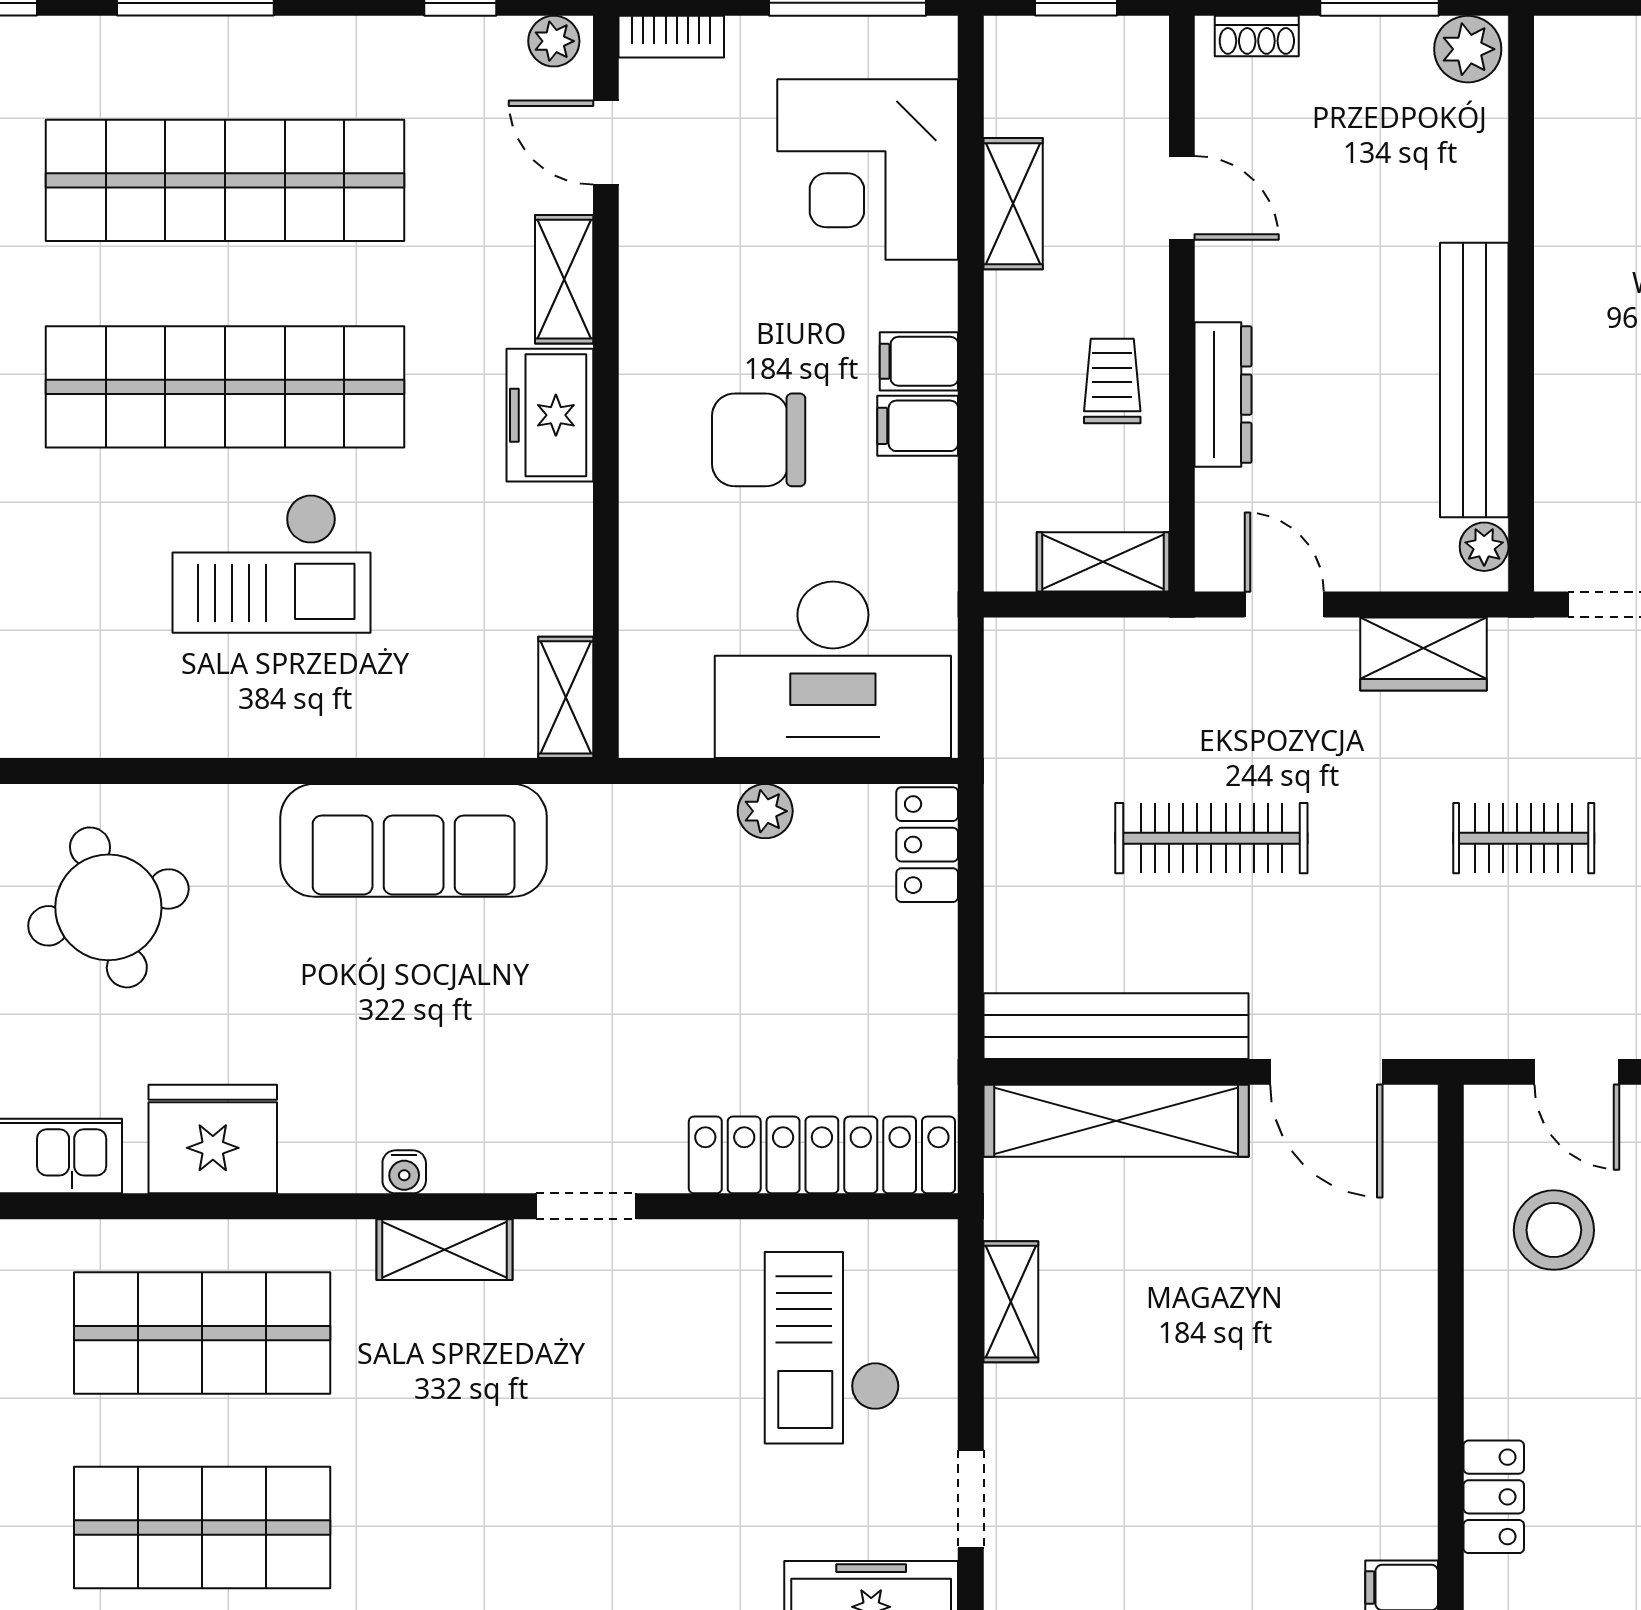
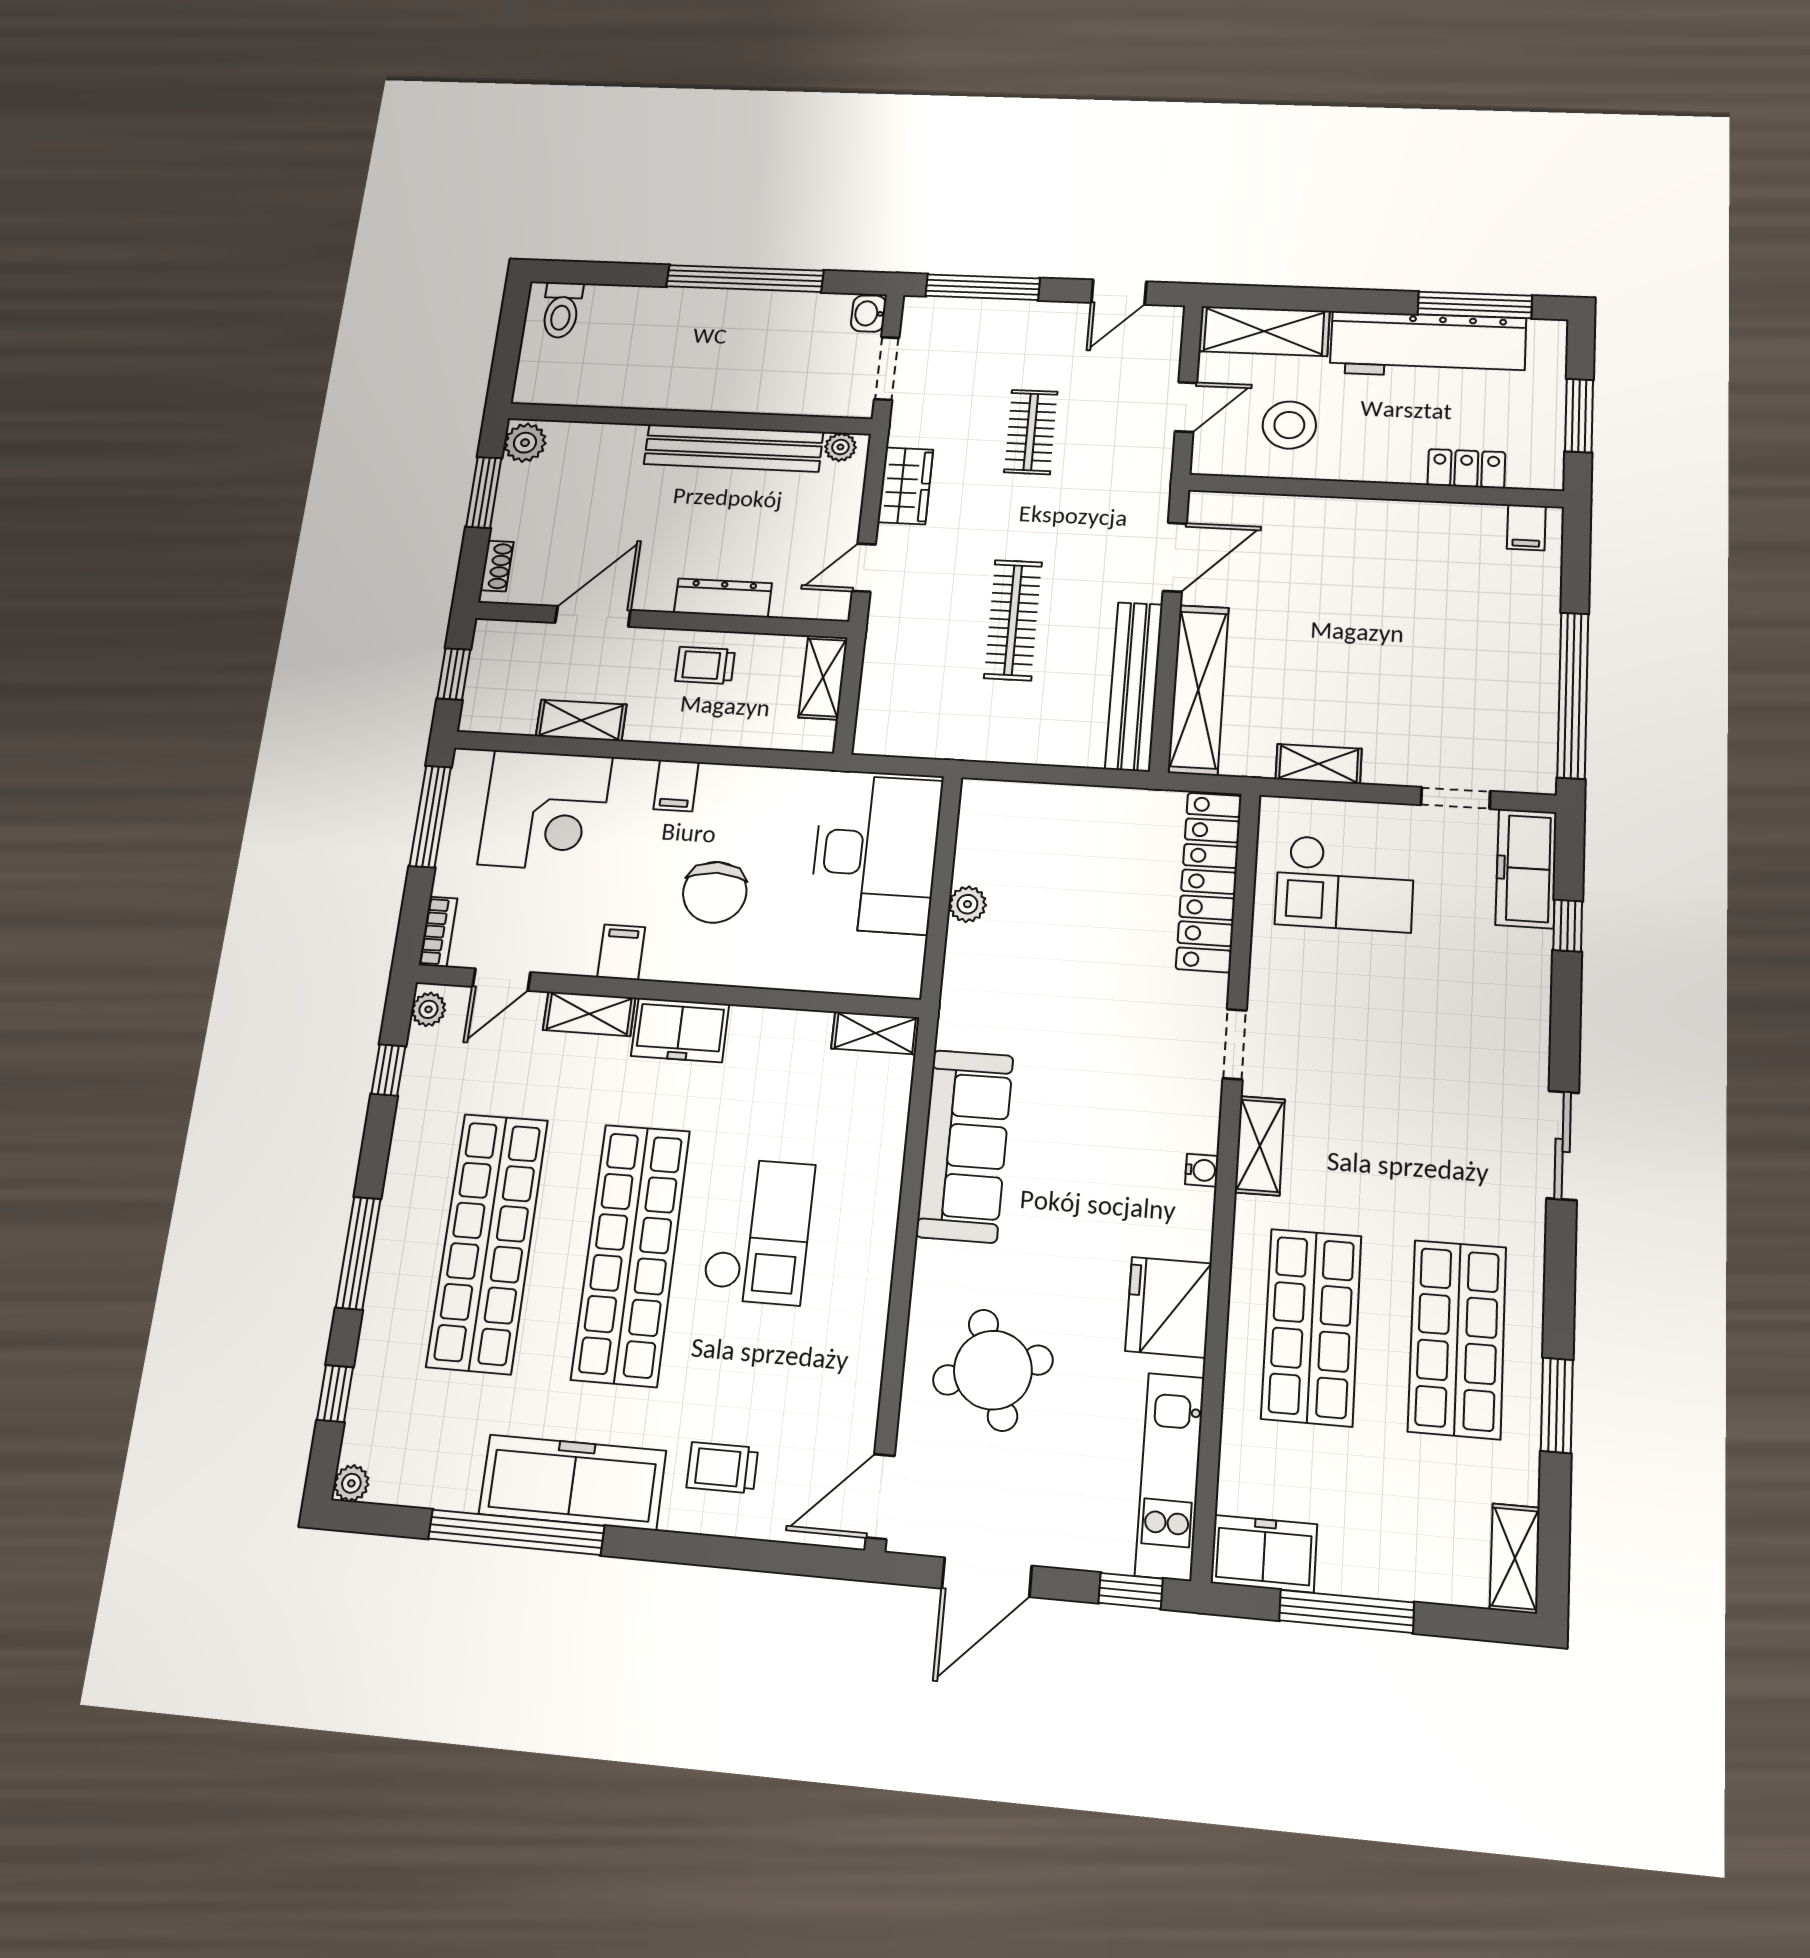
door: (1182, 198) -> (593, 616), width x1.38
filing cabinet: (918, 426) -> (621, 952), moved, turned 180
locker: (927, 845) -> (1000, 800), removed

